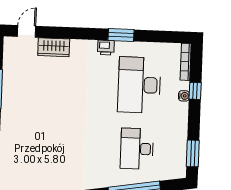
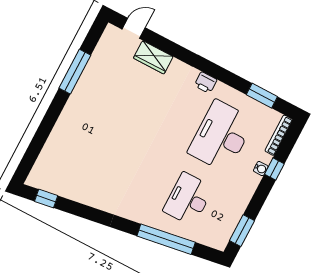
window: (121, 35) -> (262, 96), moved

